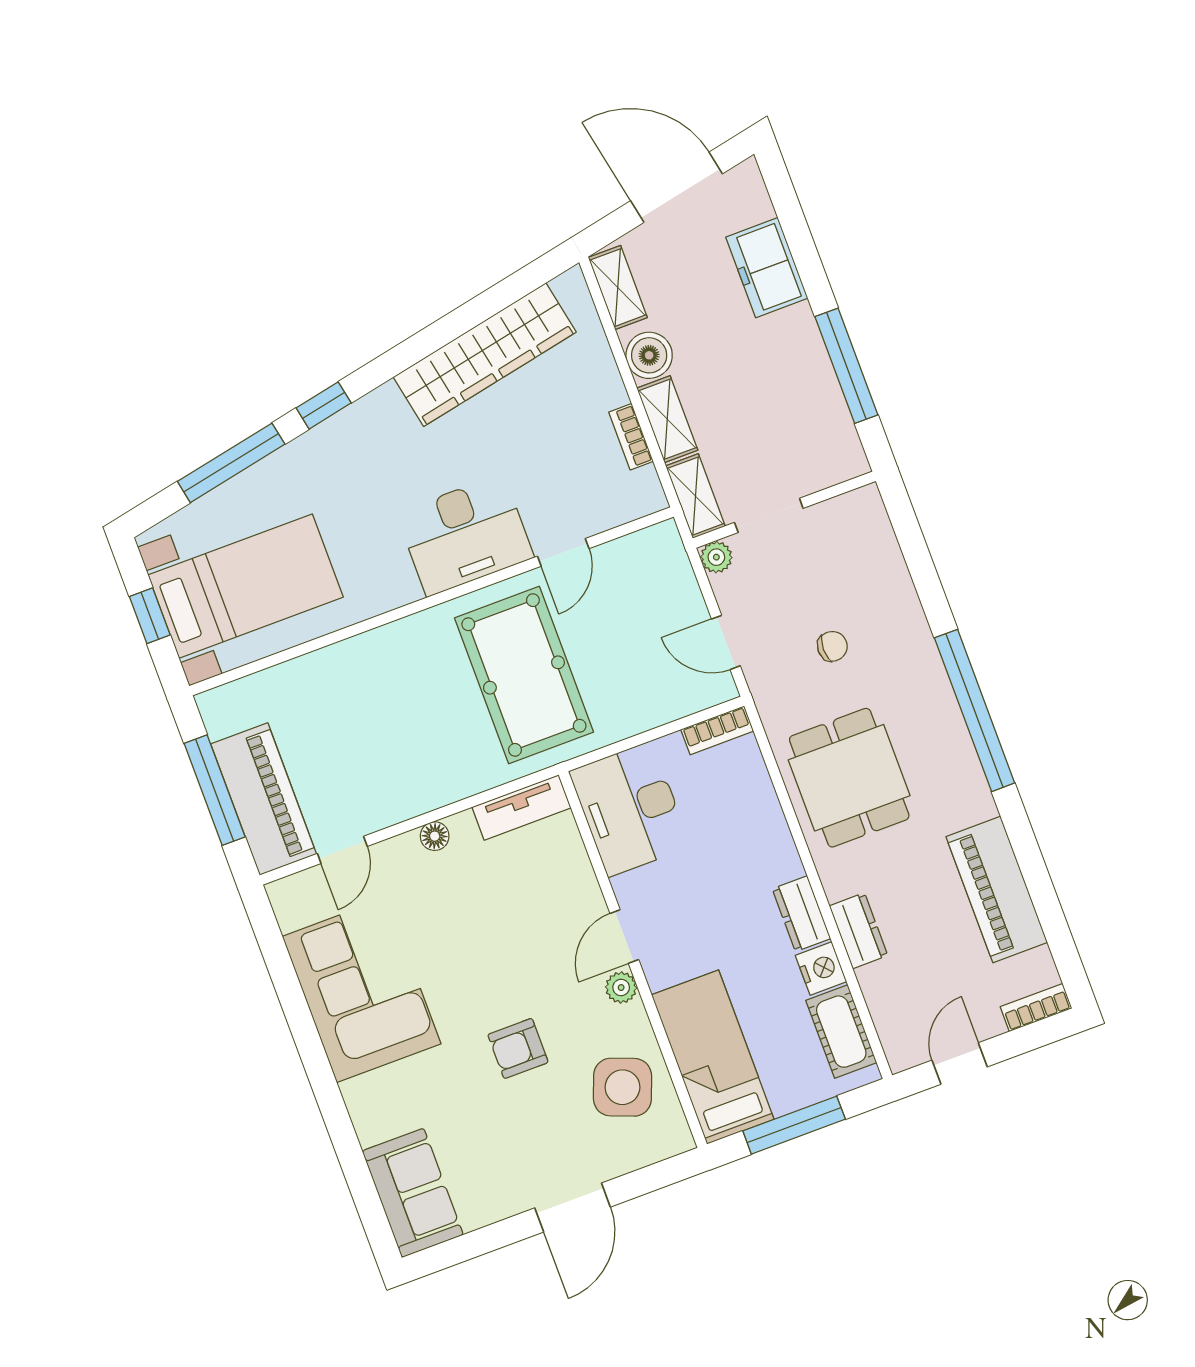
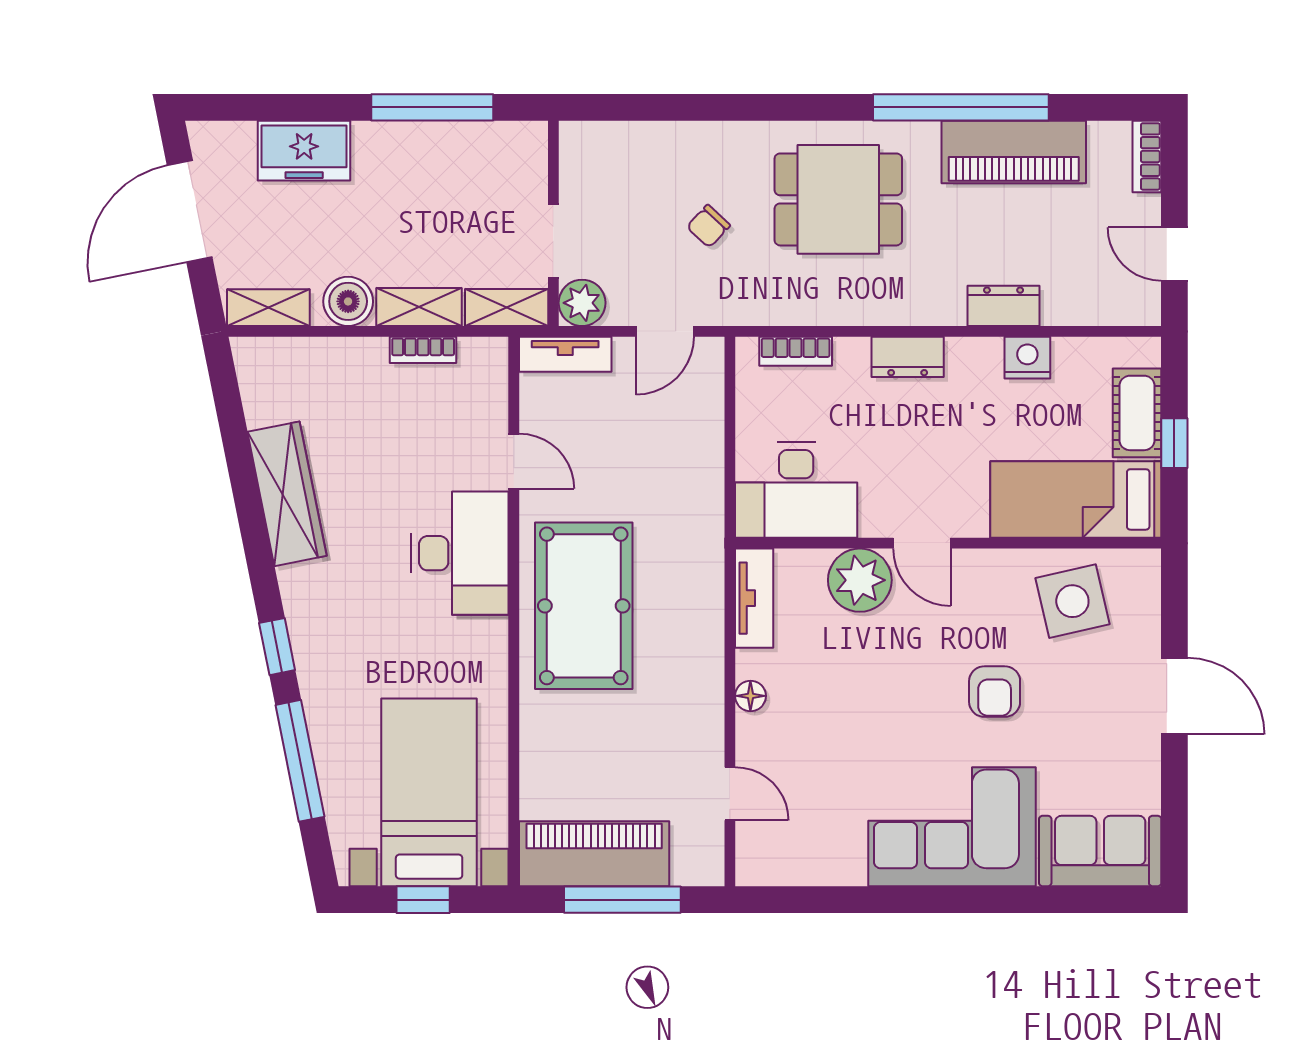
wardrobe: (485, 355) -> (287, 494), width x0.71, depth x0.85
plant: (716, 557) -> (582, 303), width x1.38, depth x1.38
tv unit: (673, 563) -> (565, 354), added
chair: (832, 646) -> (708, 226), turned -137
pool table: (524, 675) -> (584, 606), moved, turned 90
window: (975, 710) -> (961, 107), moved
bookcase: (717, 730) -> (796, 351), moved, turned 90
dining table: (849, 778) -> (838, 199), moved
piano: (264, 799) -> (594, 854), moved
dresser: (801, 914) -> (908, 357), moved
plant: (621, 988) -> (860, 580), moved, width x1.88, depth x1.88
corner sofa: (362, 990) -> (952, 827), moved
cot: (841, 1032) -> (1137, 413), moved, turned 90
side table: (623, 1087) -> (1072, 601), turned -34
window: (794, 1125) -> (1174, 443), width x0.46

